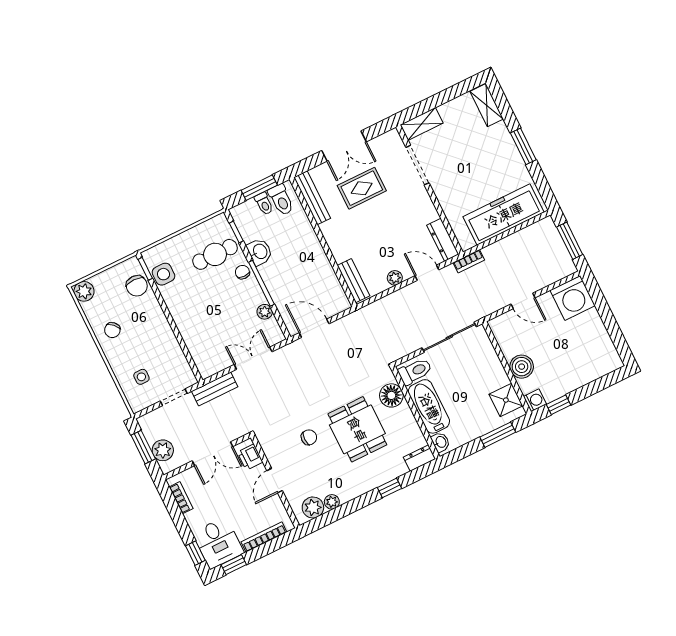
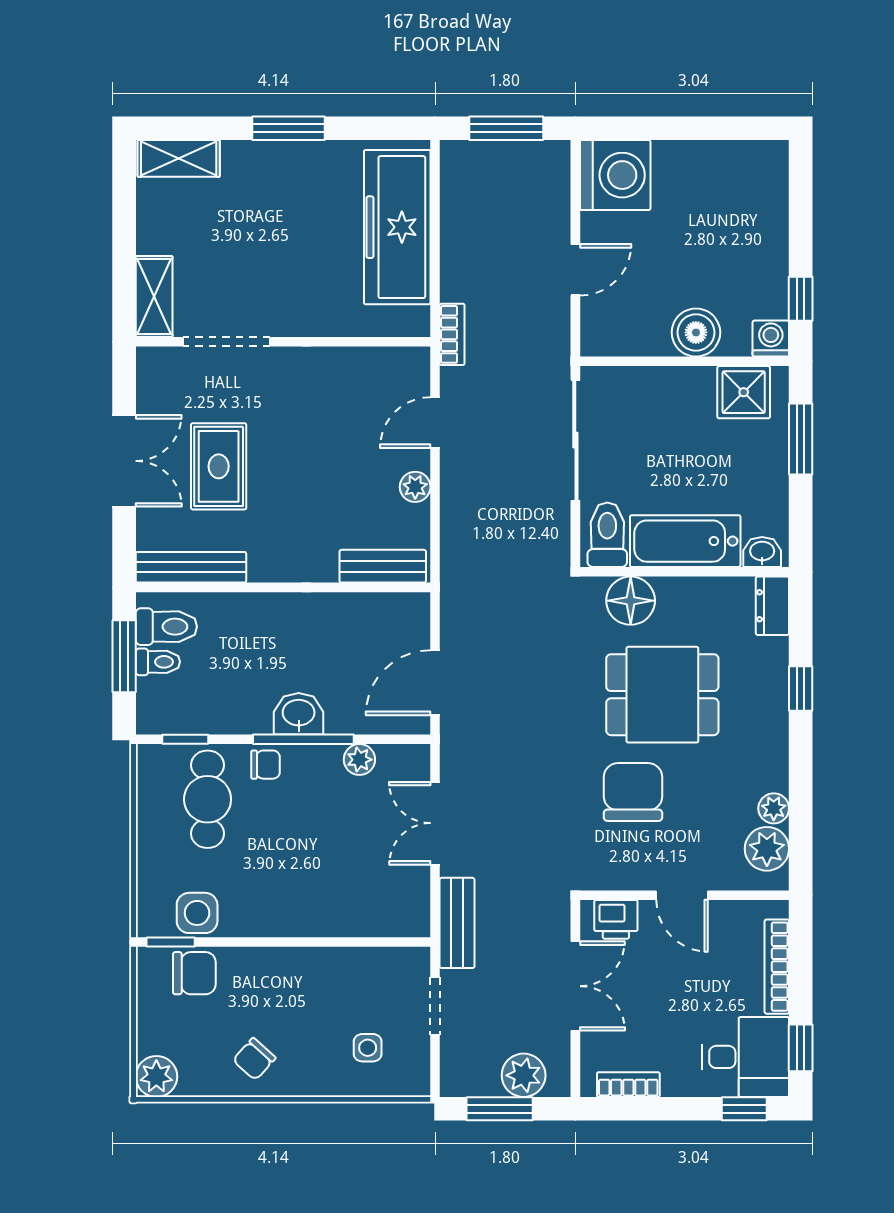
dresser: (443, 240) -> (388, 363), removed
washbasin: (260, 252) -> (299, 714), moved
chair: (242, 272) -> (265, 765), turned 180
chair: (112, 330) -> (254, 1059), turned 88
chair: (309, 437) -> (633, 792), width x1.87, depth x1.87

